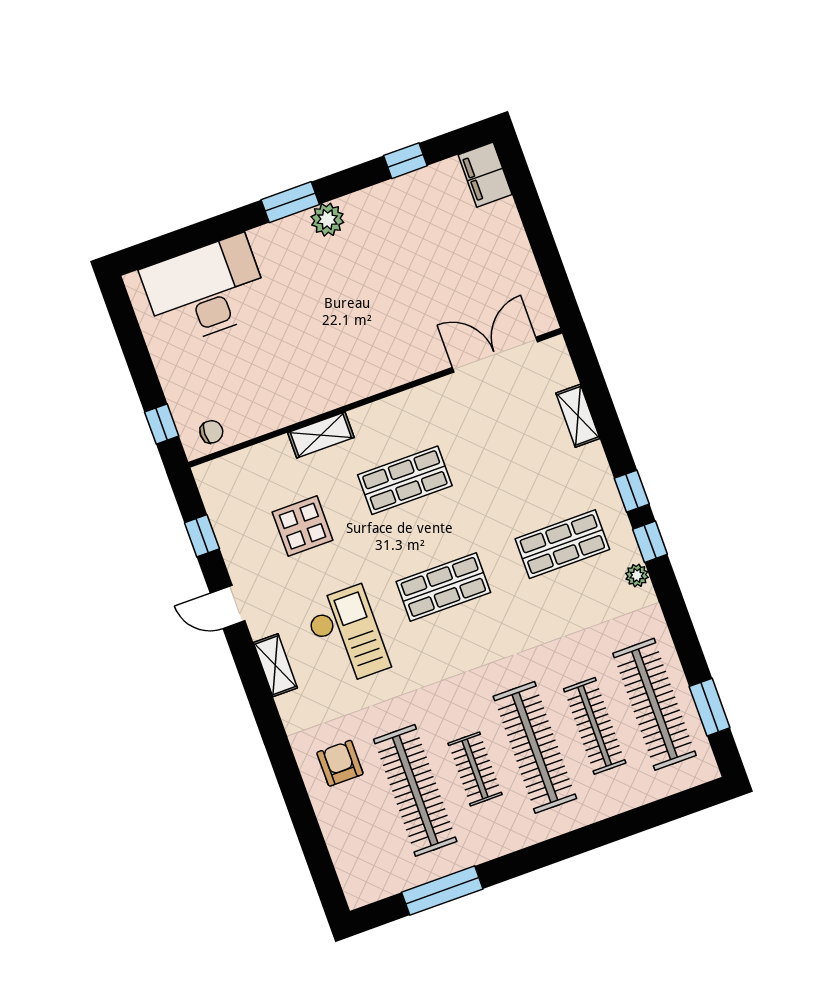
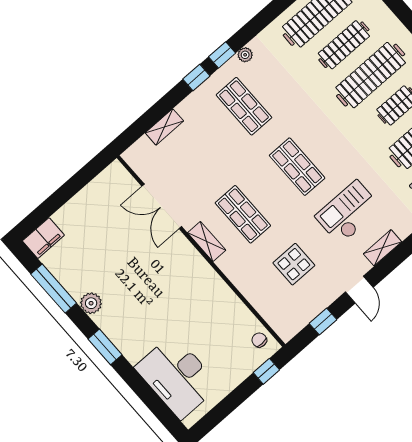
window: (405, 161) -> (54, 288), width x2.17
plant: (327, 220) -> (91, 303), moved
double door: (495, 355) -> (162, 206), moved
shelving: (321, 435) -> (207, 242), moved

